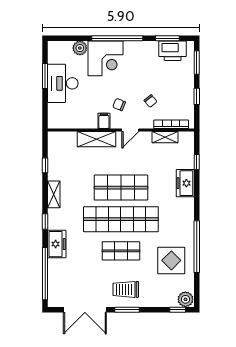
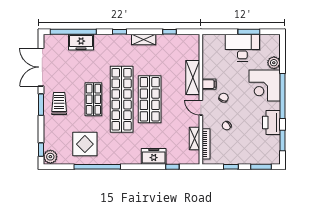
printer: (173, 51) -> (271, 123), moved
freezer: (57, 244) -> (81, 42), moved

